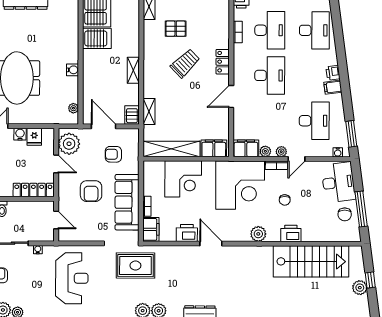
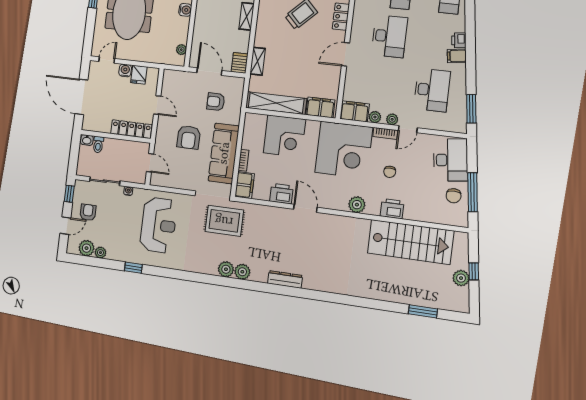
plant: (69, 144) -> (172, 86), removed
water cooler: (338, 152) -> (454, 127), removed

